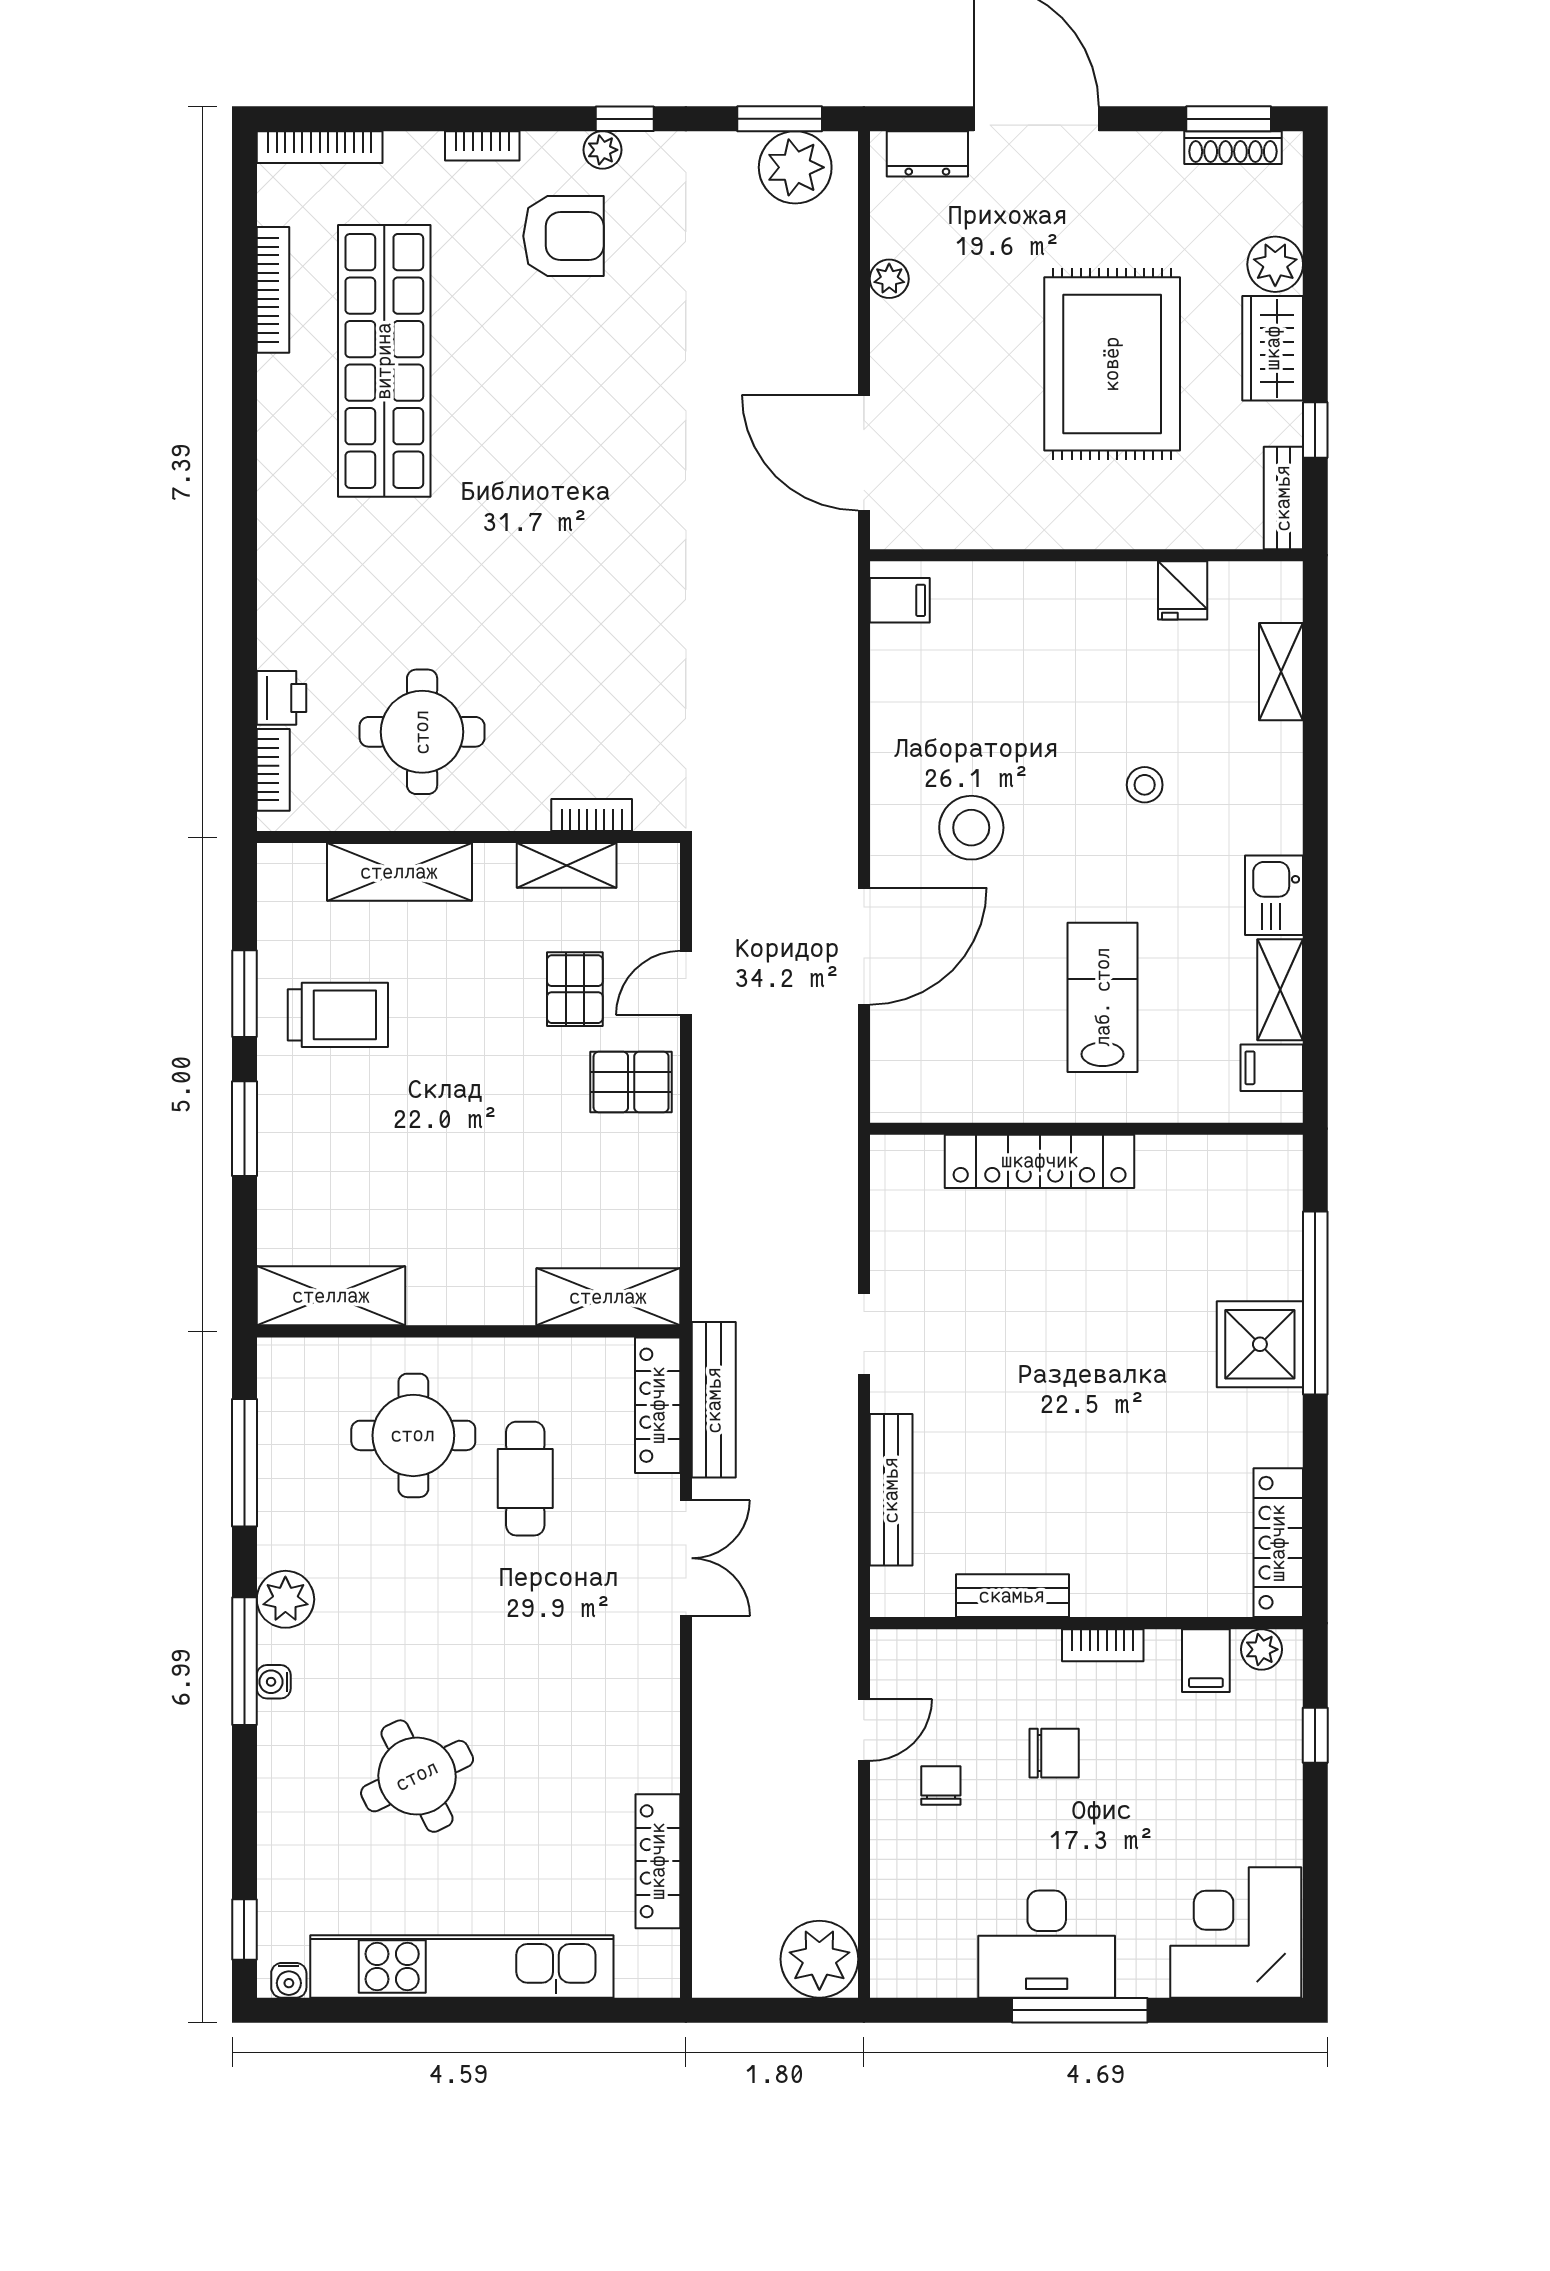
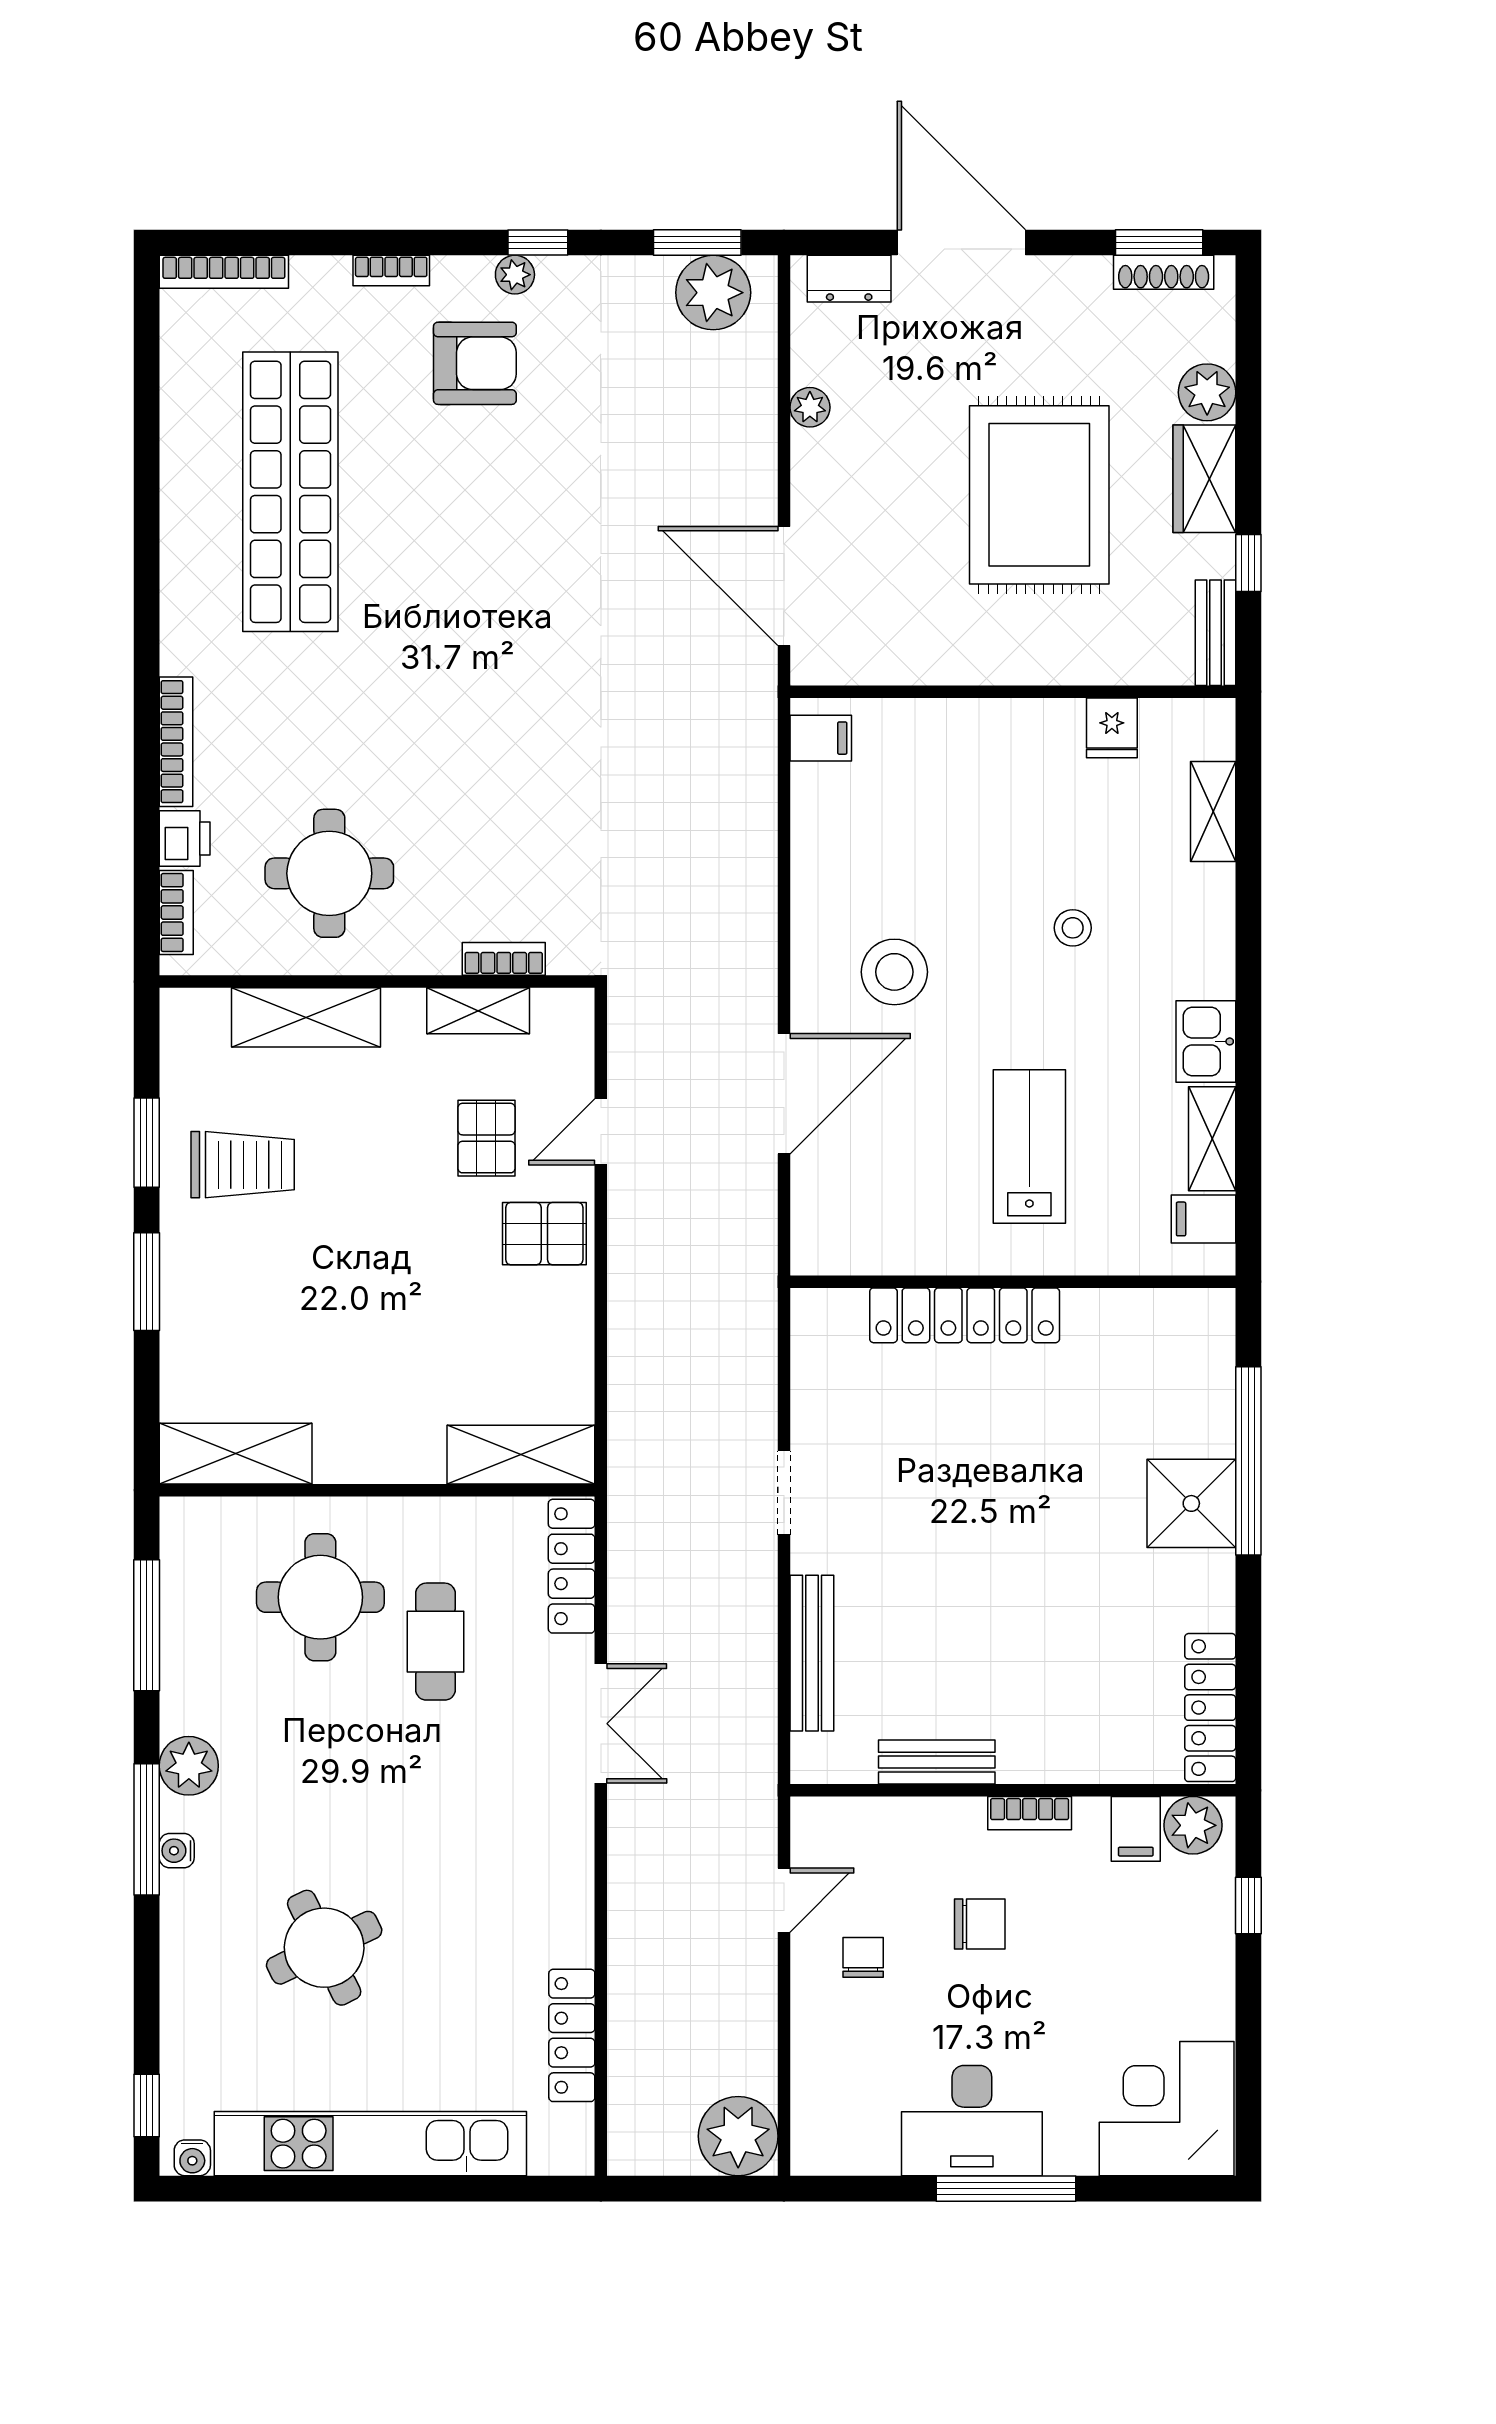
bookcase: (273, 290) -> (176, 742), moved
bench: (714, 1400) -> (629, 1560), removed
plant: (1262, 1649) -> (1193, 1825), width x1.38, depth x1.38

